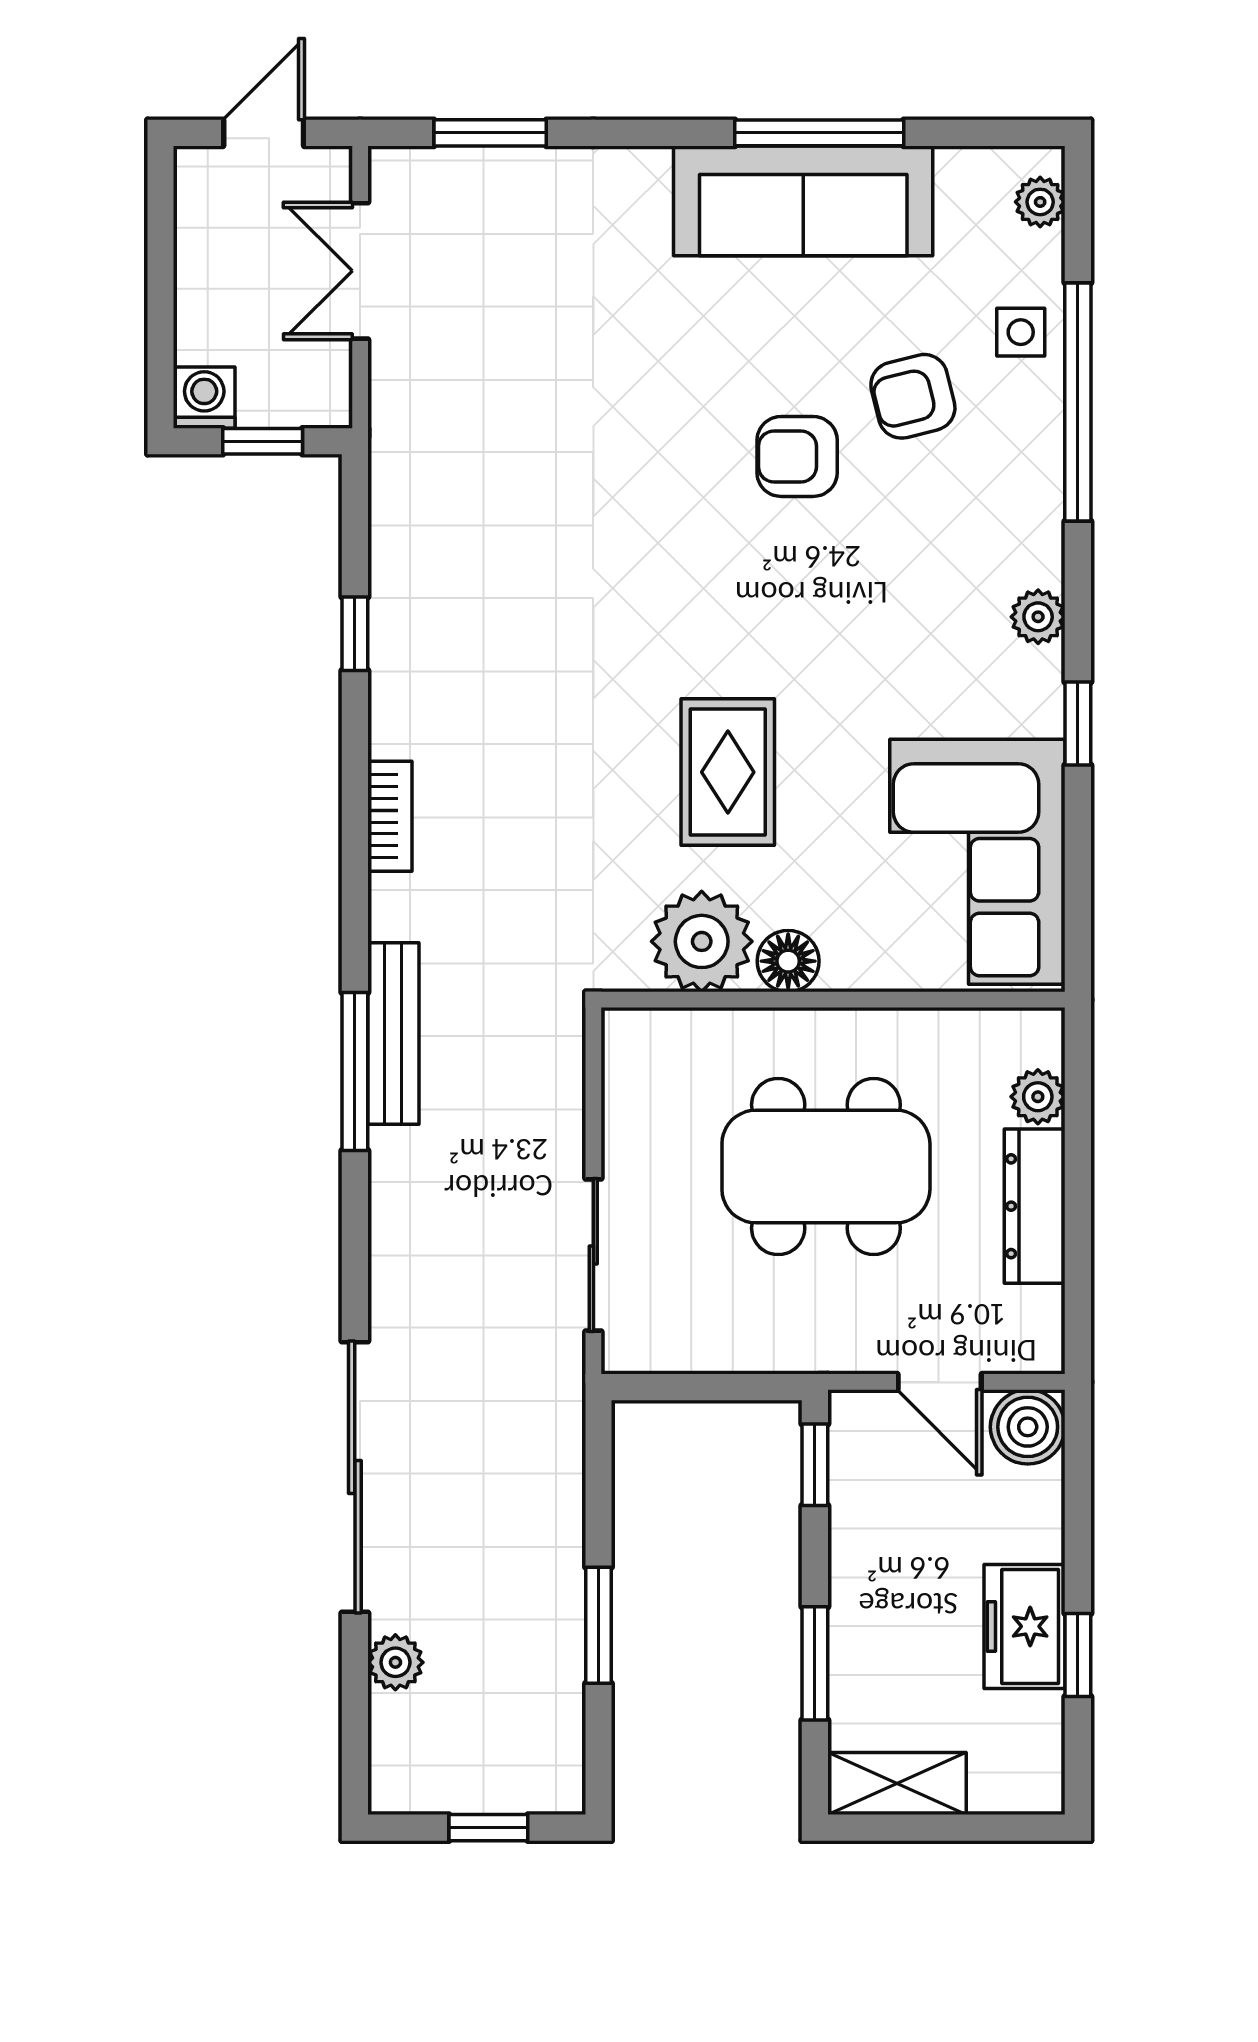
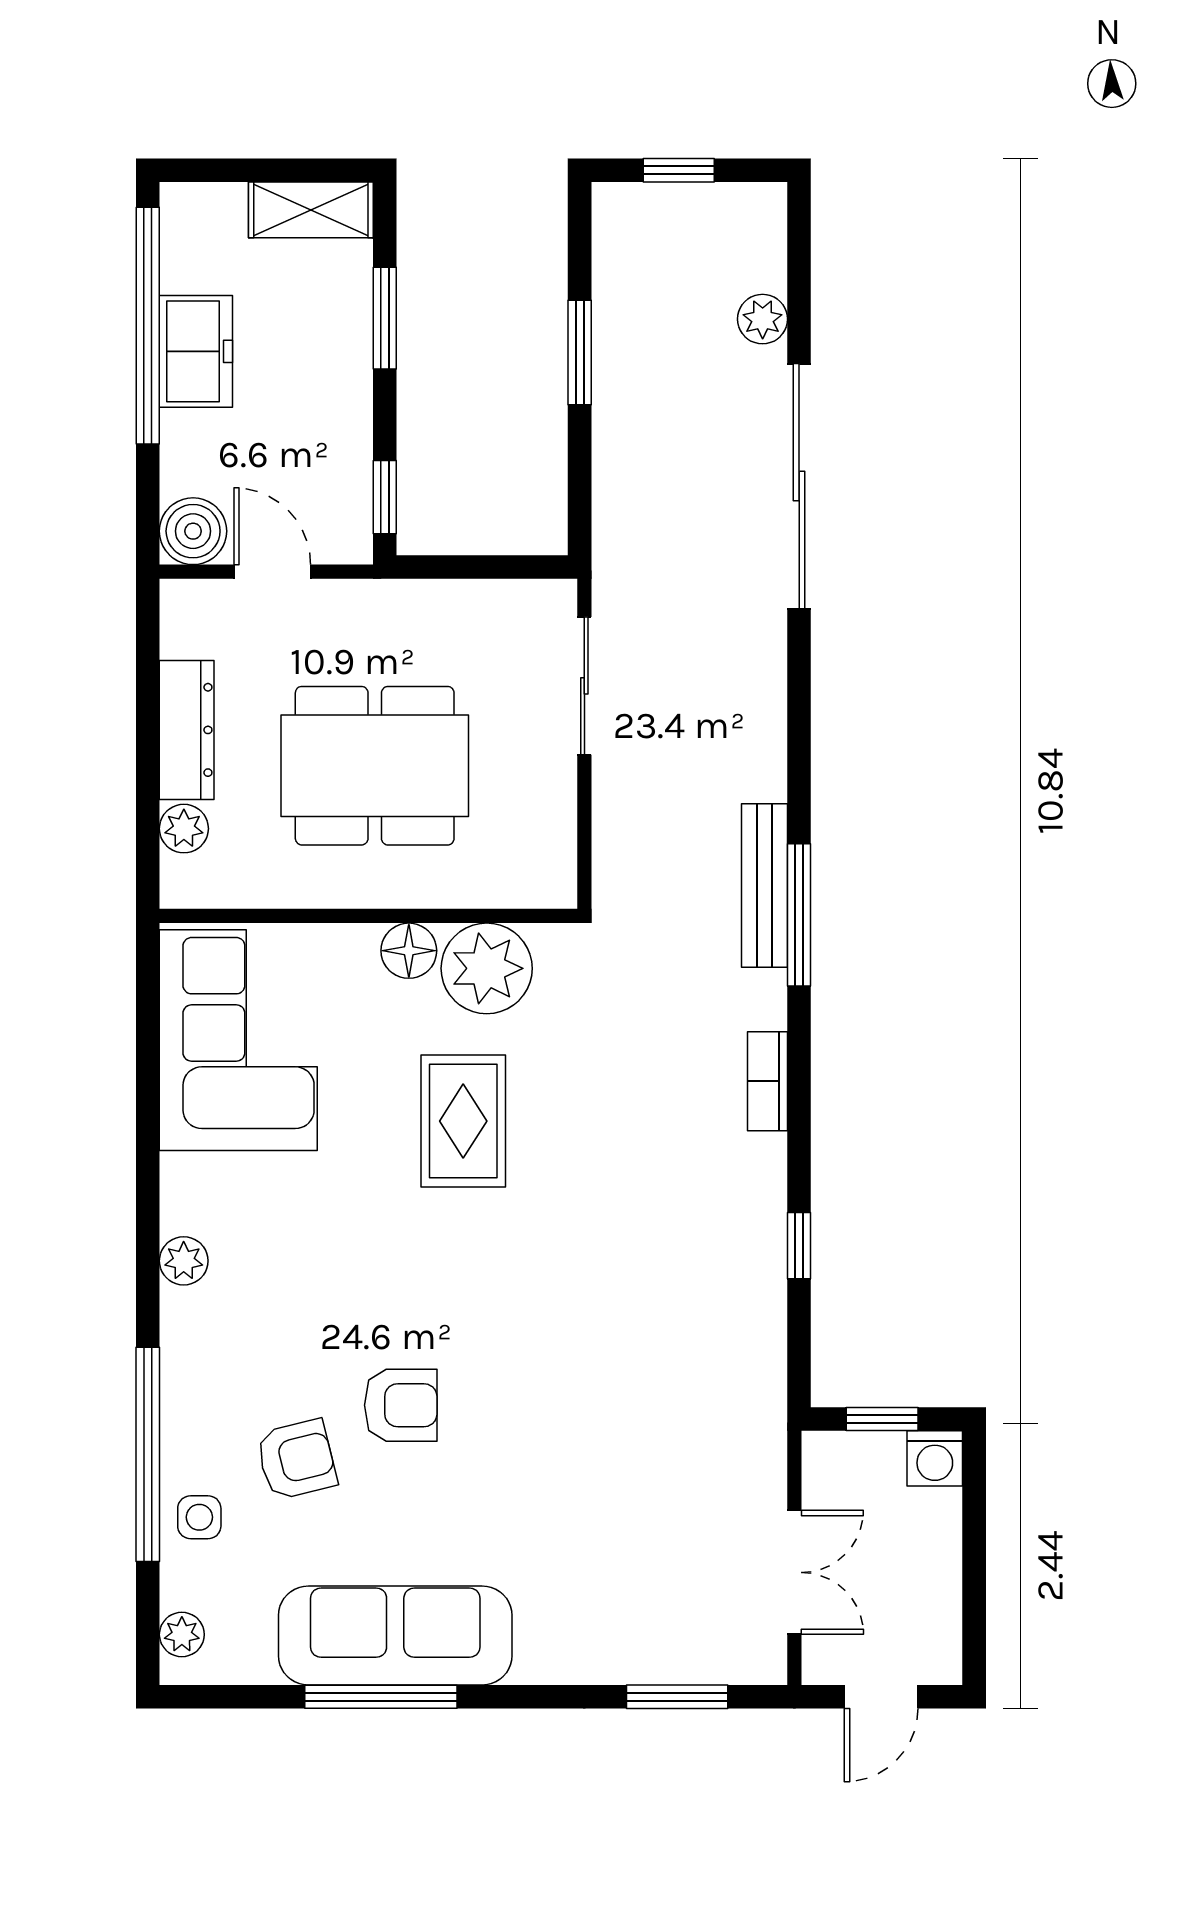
window: (1078, 724) -> (148, 1165), removed
window: (355, 1071) -> (799, 915), moved
window: (1078, 1655) -> (148, 326), width x3.17

